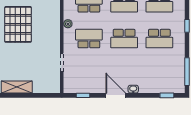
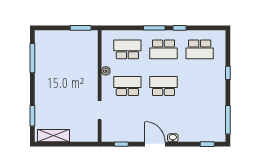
pallet: (18, 24) -> (55, 71), removed
school desk: (124, 39) -> (164, 86), turned 180
school desk: (159, 39) -> (200, 86), removed

